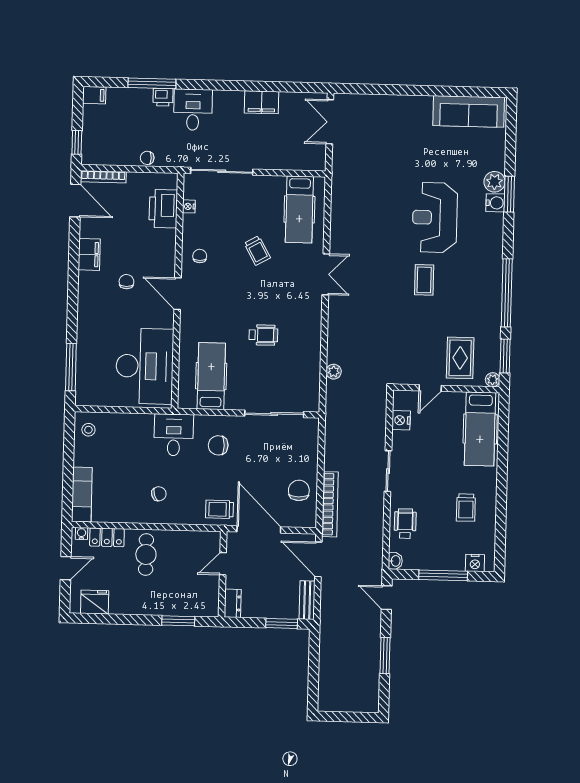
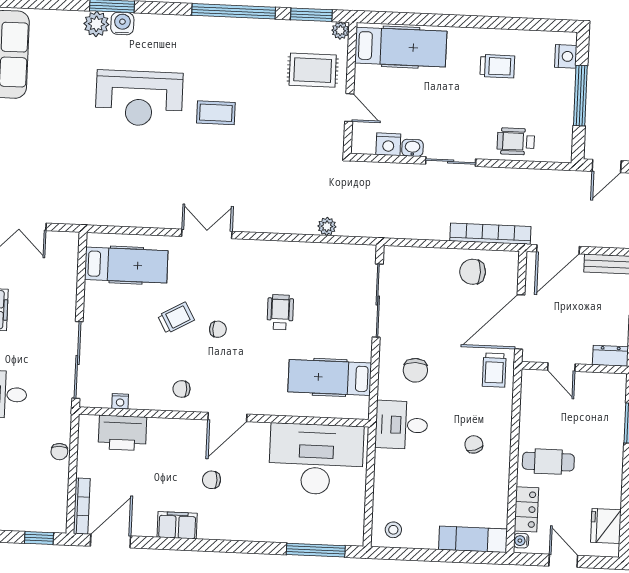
chair: (249, 285) -> (218, 329), added
washbasin: (395, 561) -> (412, 148), moved

